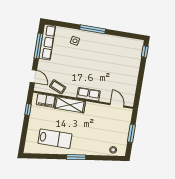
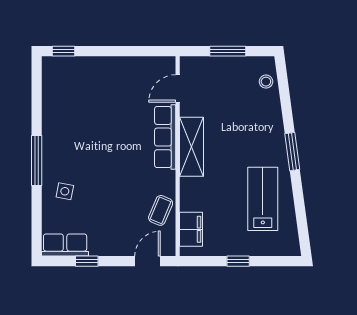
row of seats: (47, 42) -> (65, 245), width x0.68
window: (38, 46) -> (87, 261), width x0.46
row of seats: (89, 94) -> (165, 137), width x1.48
shelving: (70, 105) -> (192, 147), moved
window: (28, 109) -> (238, 261), moved

